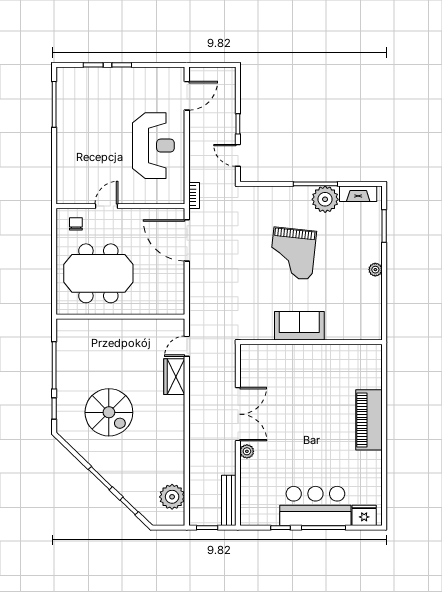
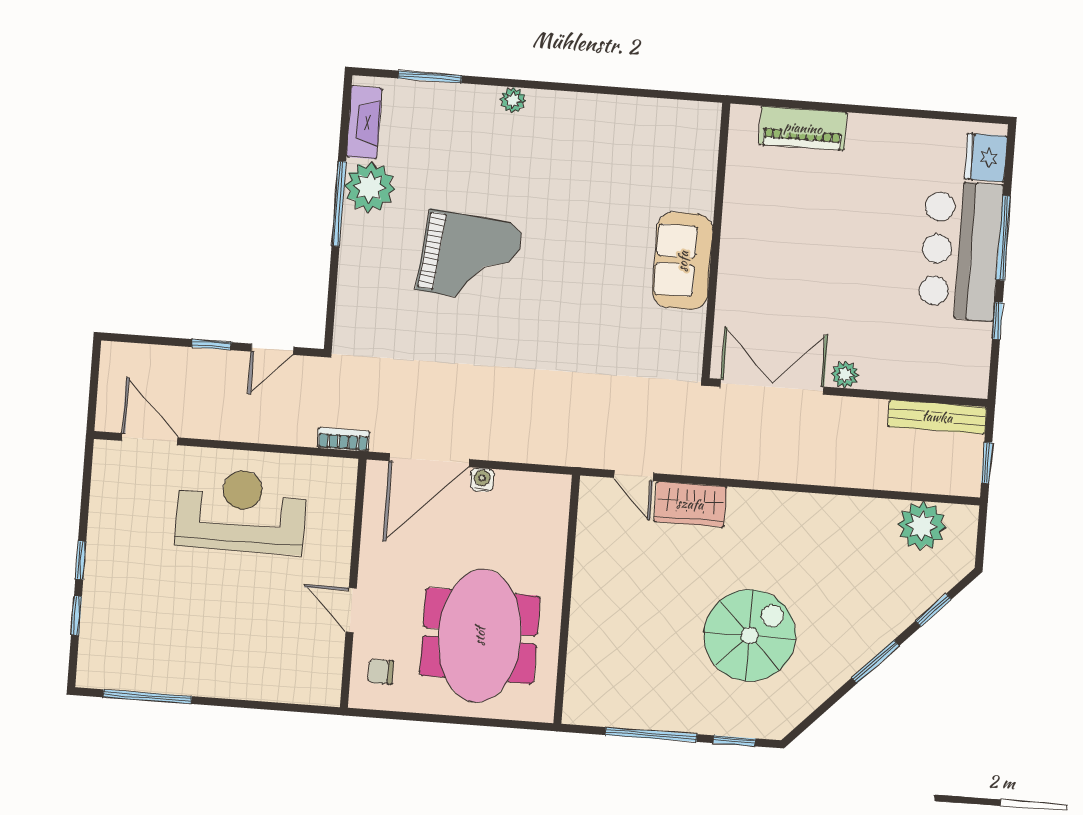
water cooler: (179, 268) -> (482, 480), added
sofa: (299, 326) -> (683, 261), moved
wall: (311, 342) -> (716, 241), moved
piano: (369, 420) -> (803, 128), width x0.73, depth x0.75

